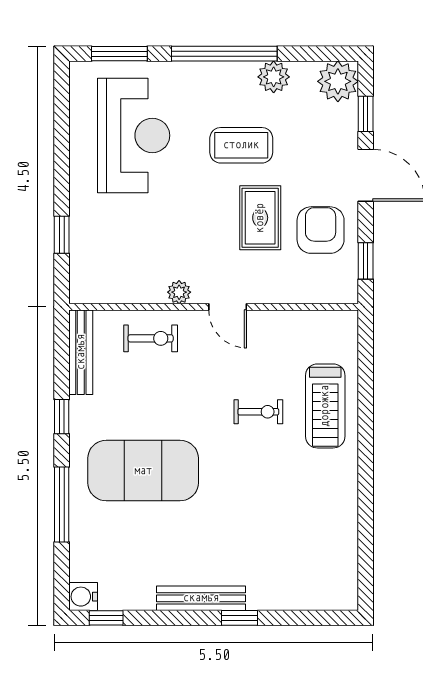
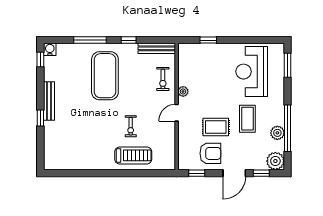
window: (224, 54) -> (288, 128), moved
reception desk: (134, 135) -> (252, 72), turned 90
treadmill: (325, 406) -> (133, 155), turned 180

